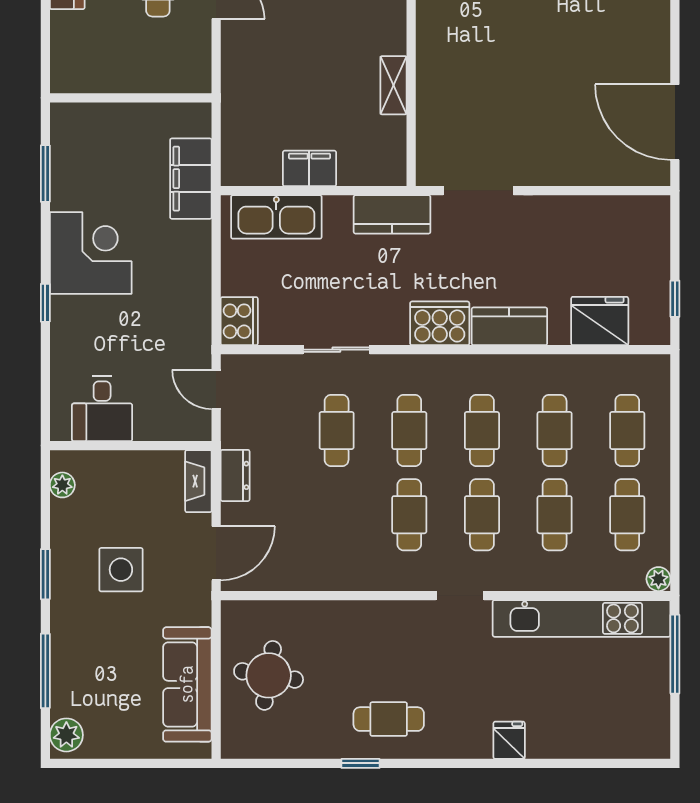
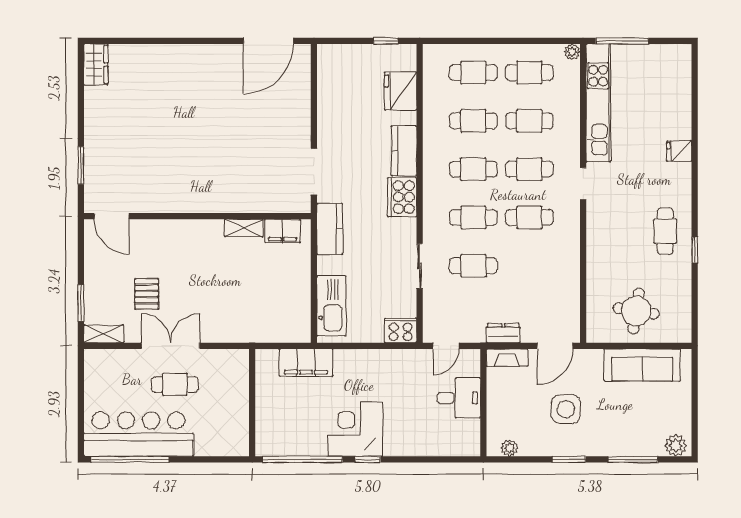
filing cabinet: (309, 168) -> (283, 231), moved, turned -90
window: (45, 174) -> (303, 459), width x2.11
window: (45, 303) -> (368, 459), moved
desk: (102, 409) -> (459, 398), moved
door: (216, 553) -> (555, 346), swing flipped

